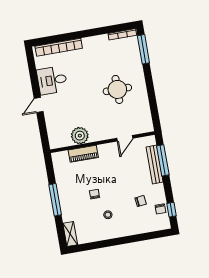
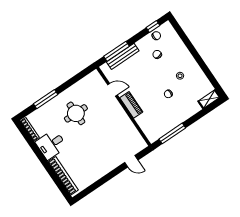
window: (143, 49) -> (46, 99), moved
desk: (52, 80) -> (51, 144), moved, turned 90
door: (39, 105) -> (131, 161), moved
plant: (80, 136) -> (127, 127), removed
piano: (83, 154) -> (131, 105), moved
window: (55, 200) -> (172, 133), moved

